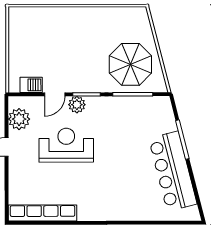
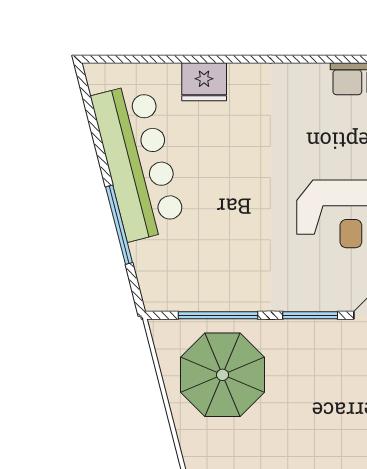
plant: (77, 105) -> (330, 295), removed
fridge: (140, 211) -> (204, 82), added

